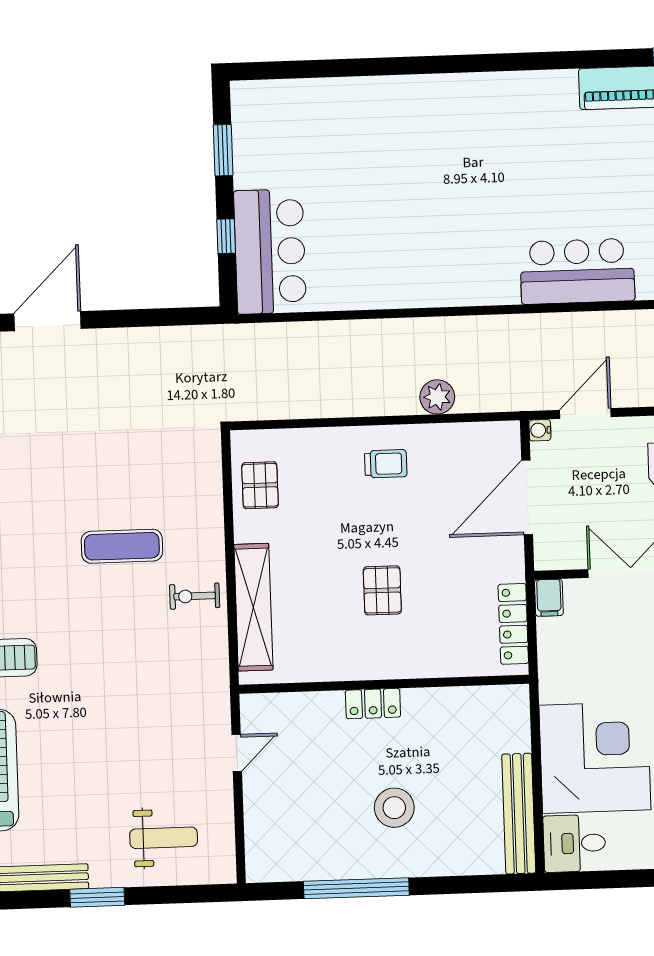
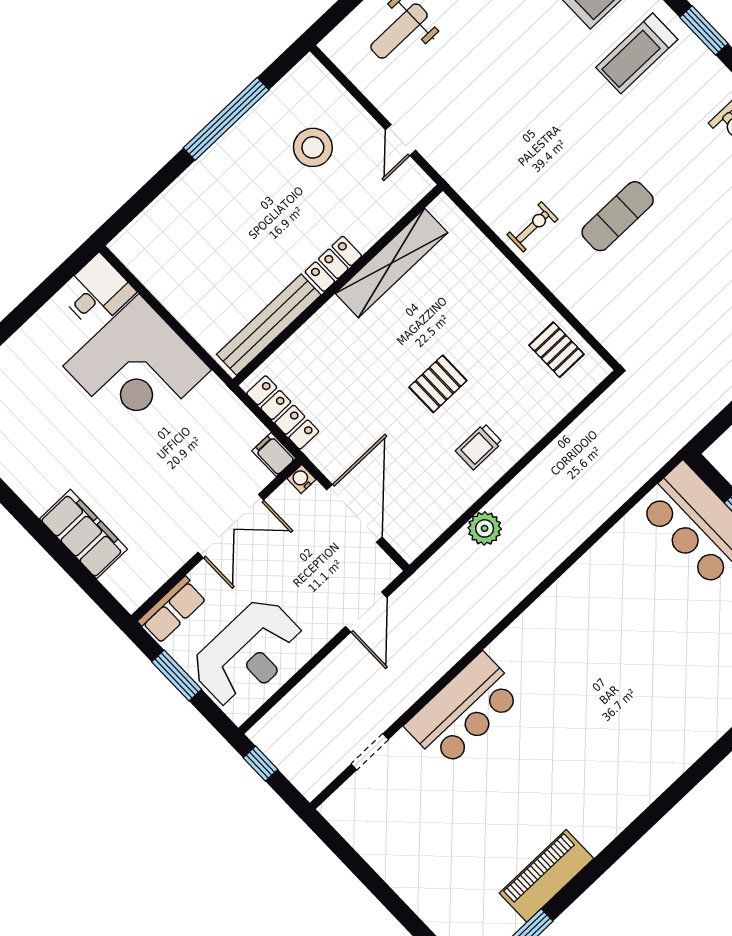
water cooler: (540, 430) -> (301, 479), moved, turned -90
pallet: (382, 590) -> (438, 384), moved, turned 90
shelving: (253, 607) -> (392, 263), moved, turned 90
stool: (394, 808) -> (313, 147), moved
bench: (519, 814) -> (269, 325), moved, turned 90

